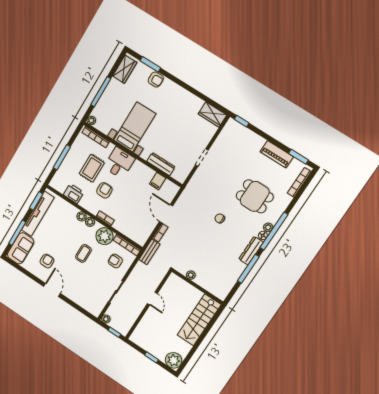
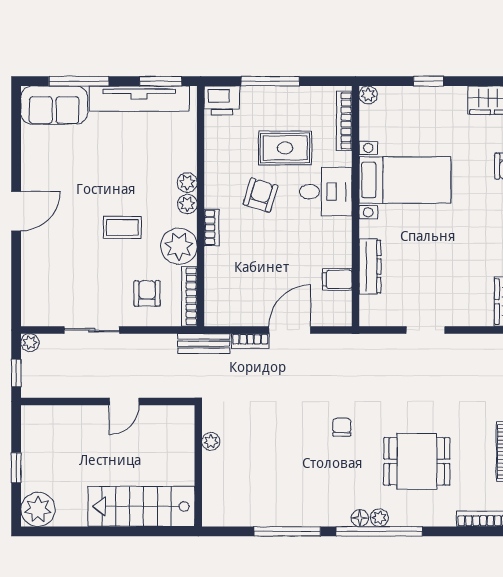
window: (101, 92) -> (429, 81), width x0.46
armchair: (104, 190) -> (260, 195), turned -73
printer: (74, 194) -> (222, 101), moved, turned 90
dining table: (255, 196) -> (417, 461), turned 90
dresser: (251, 251) -> (321, 515), removed
armchair: (47, 261) -> (63, 169), removed

